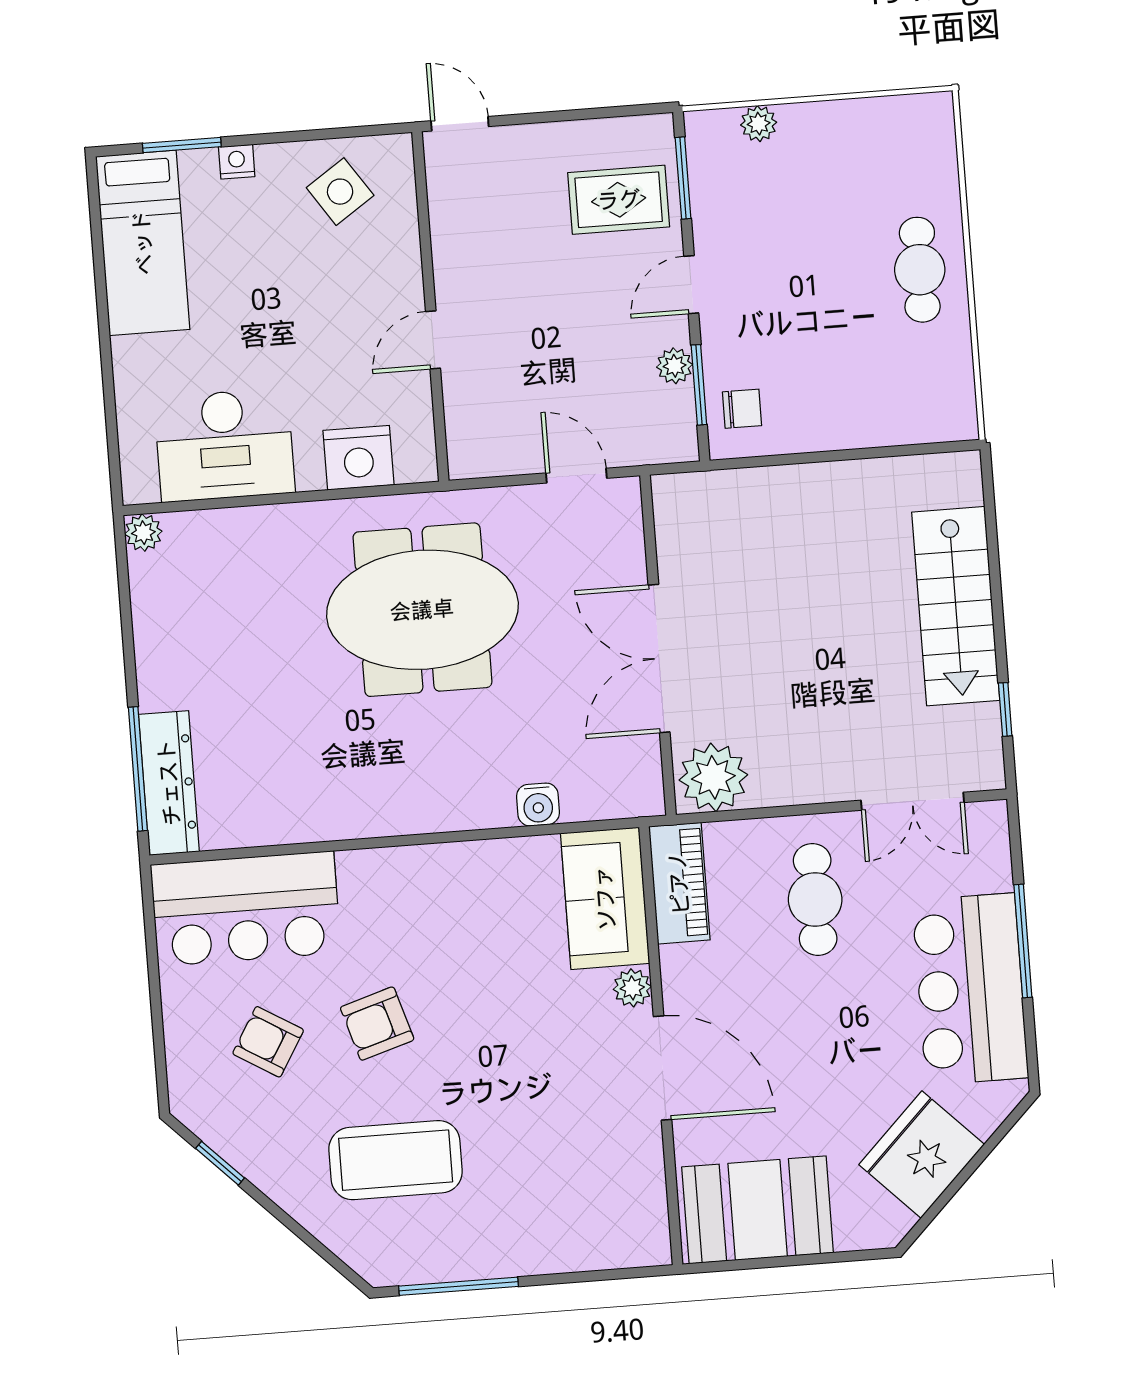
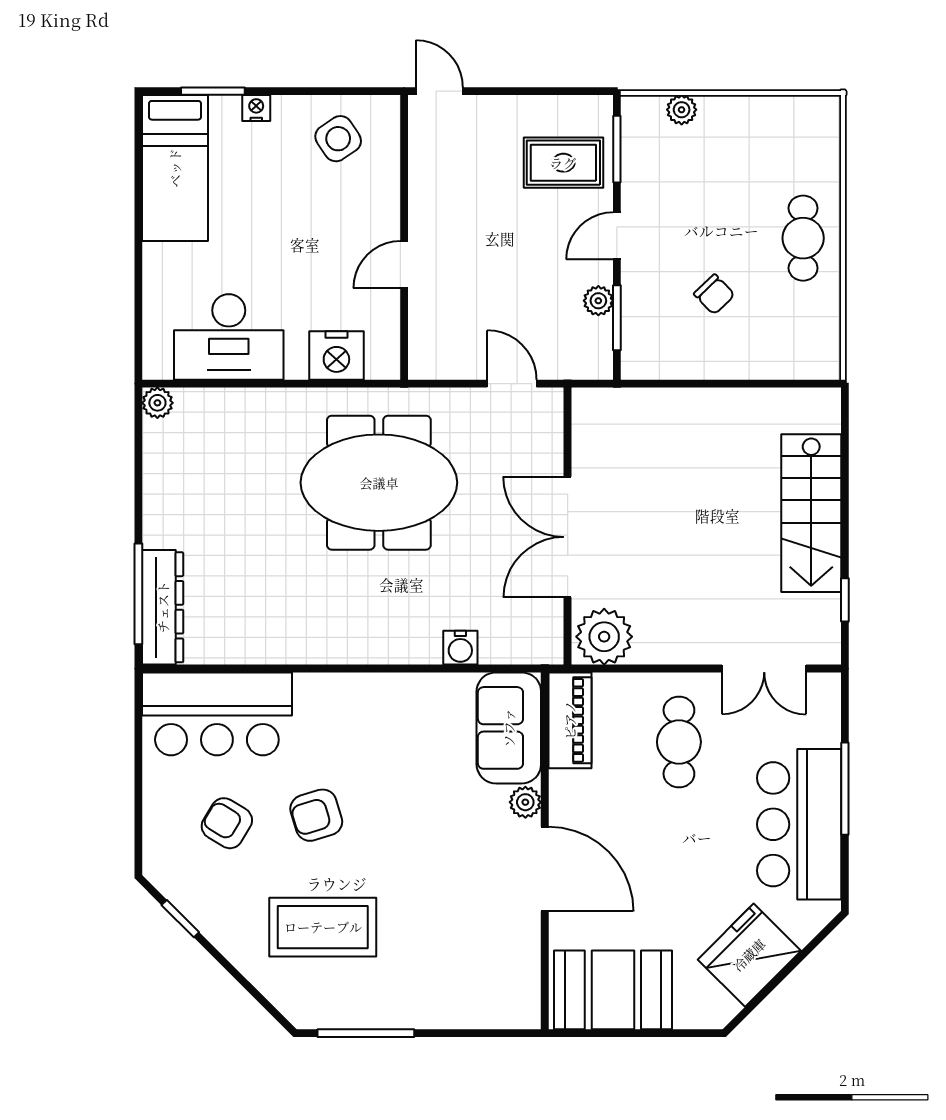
chair: (742, 409) -> (714, 294), moved, turned 46

